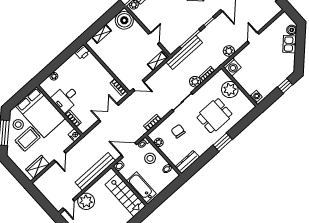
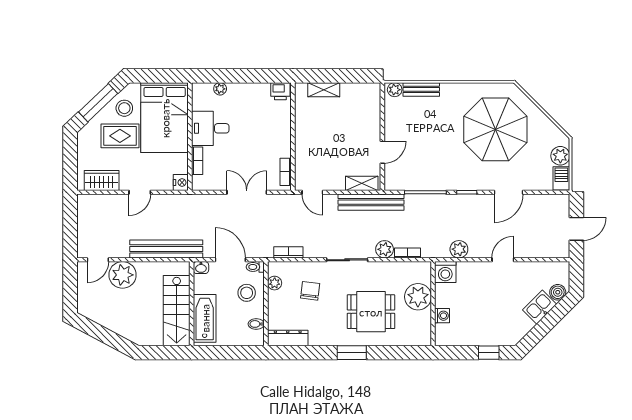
boiler: (124, 20) -> (366, 98), removed
bench: (184, 52) -> (371, 202), moved
washing machine: (256, 97) -> (442, 316), moved

